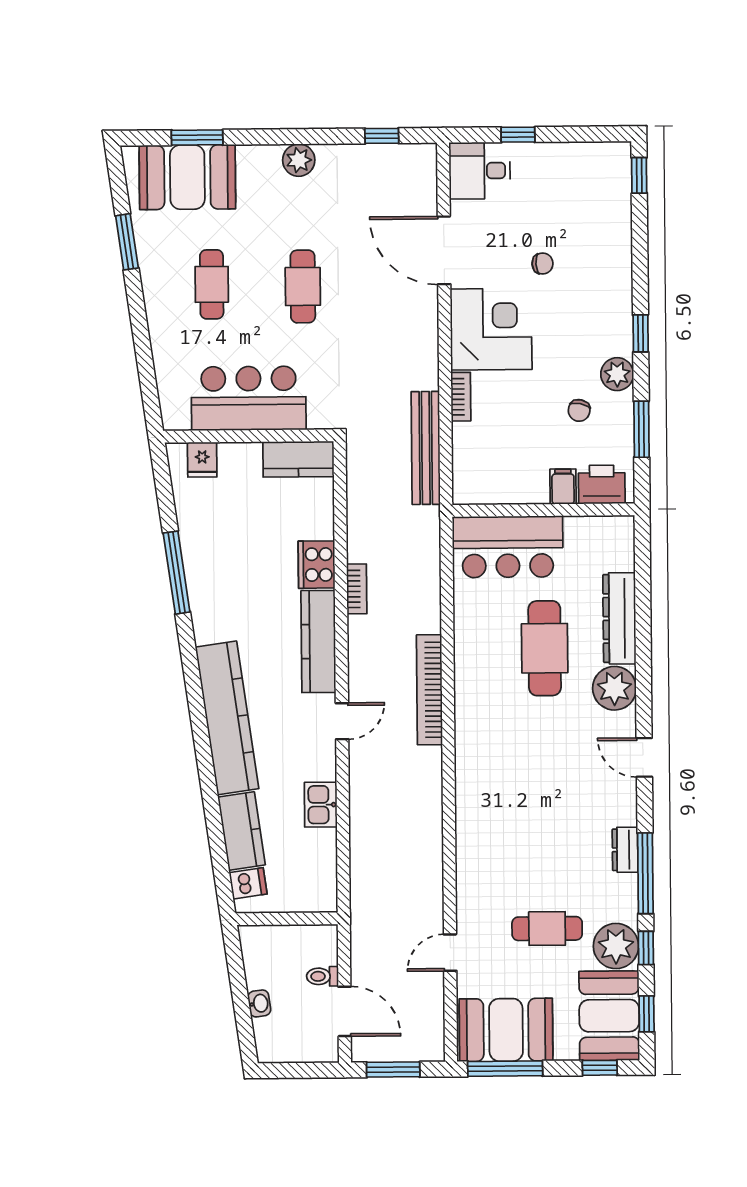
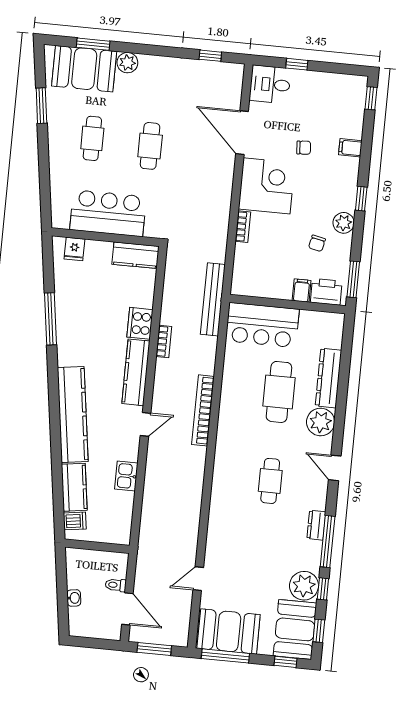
plant: (299, 160) -> (127, 63), moved
filing cabinet: (615, 256) -> (350, 148), added
window: (641, 429) -> (353, 279), moved
bench: (426, 448) -> (213, 299), moved
cafe table: (547, 929) -> (270, 481), moved, turned 90

